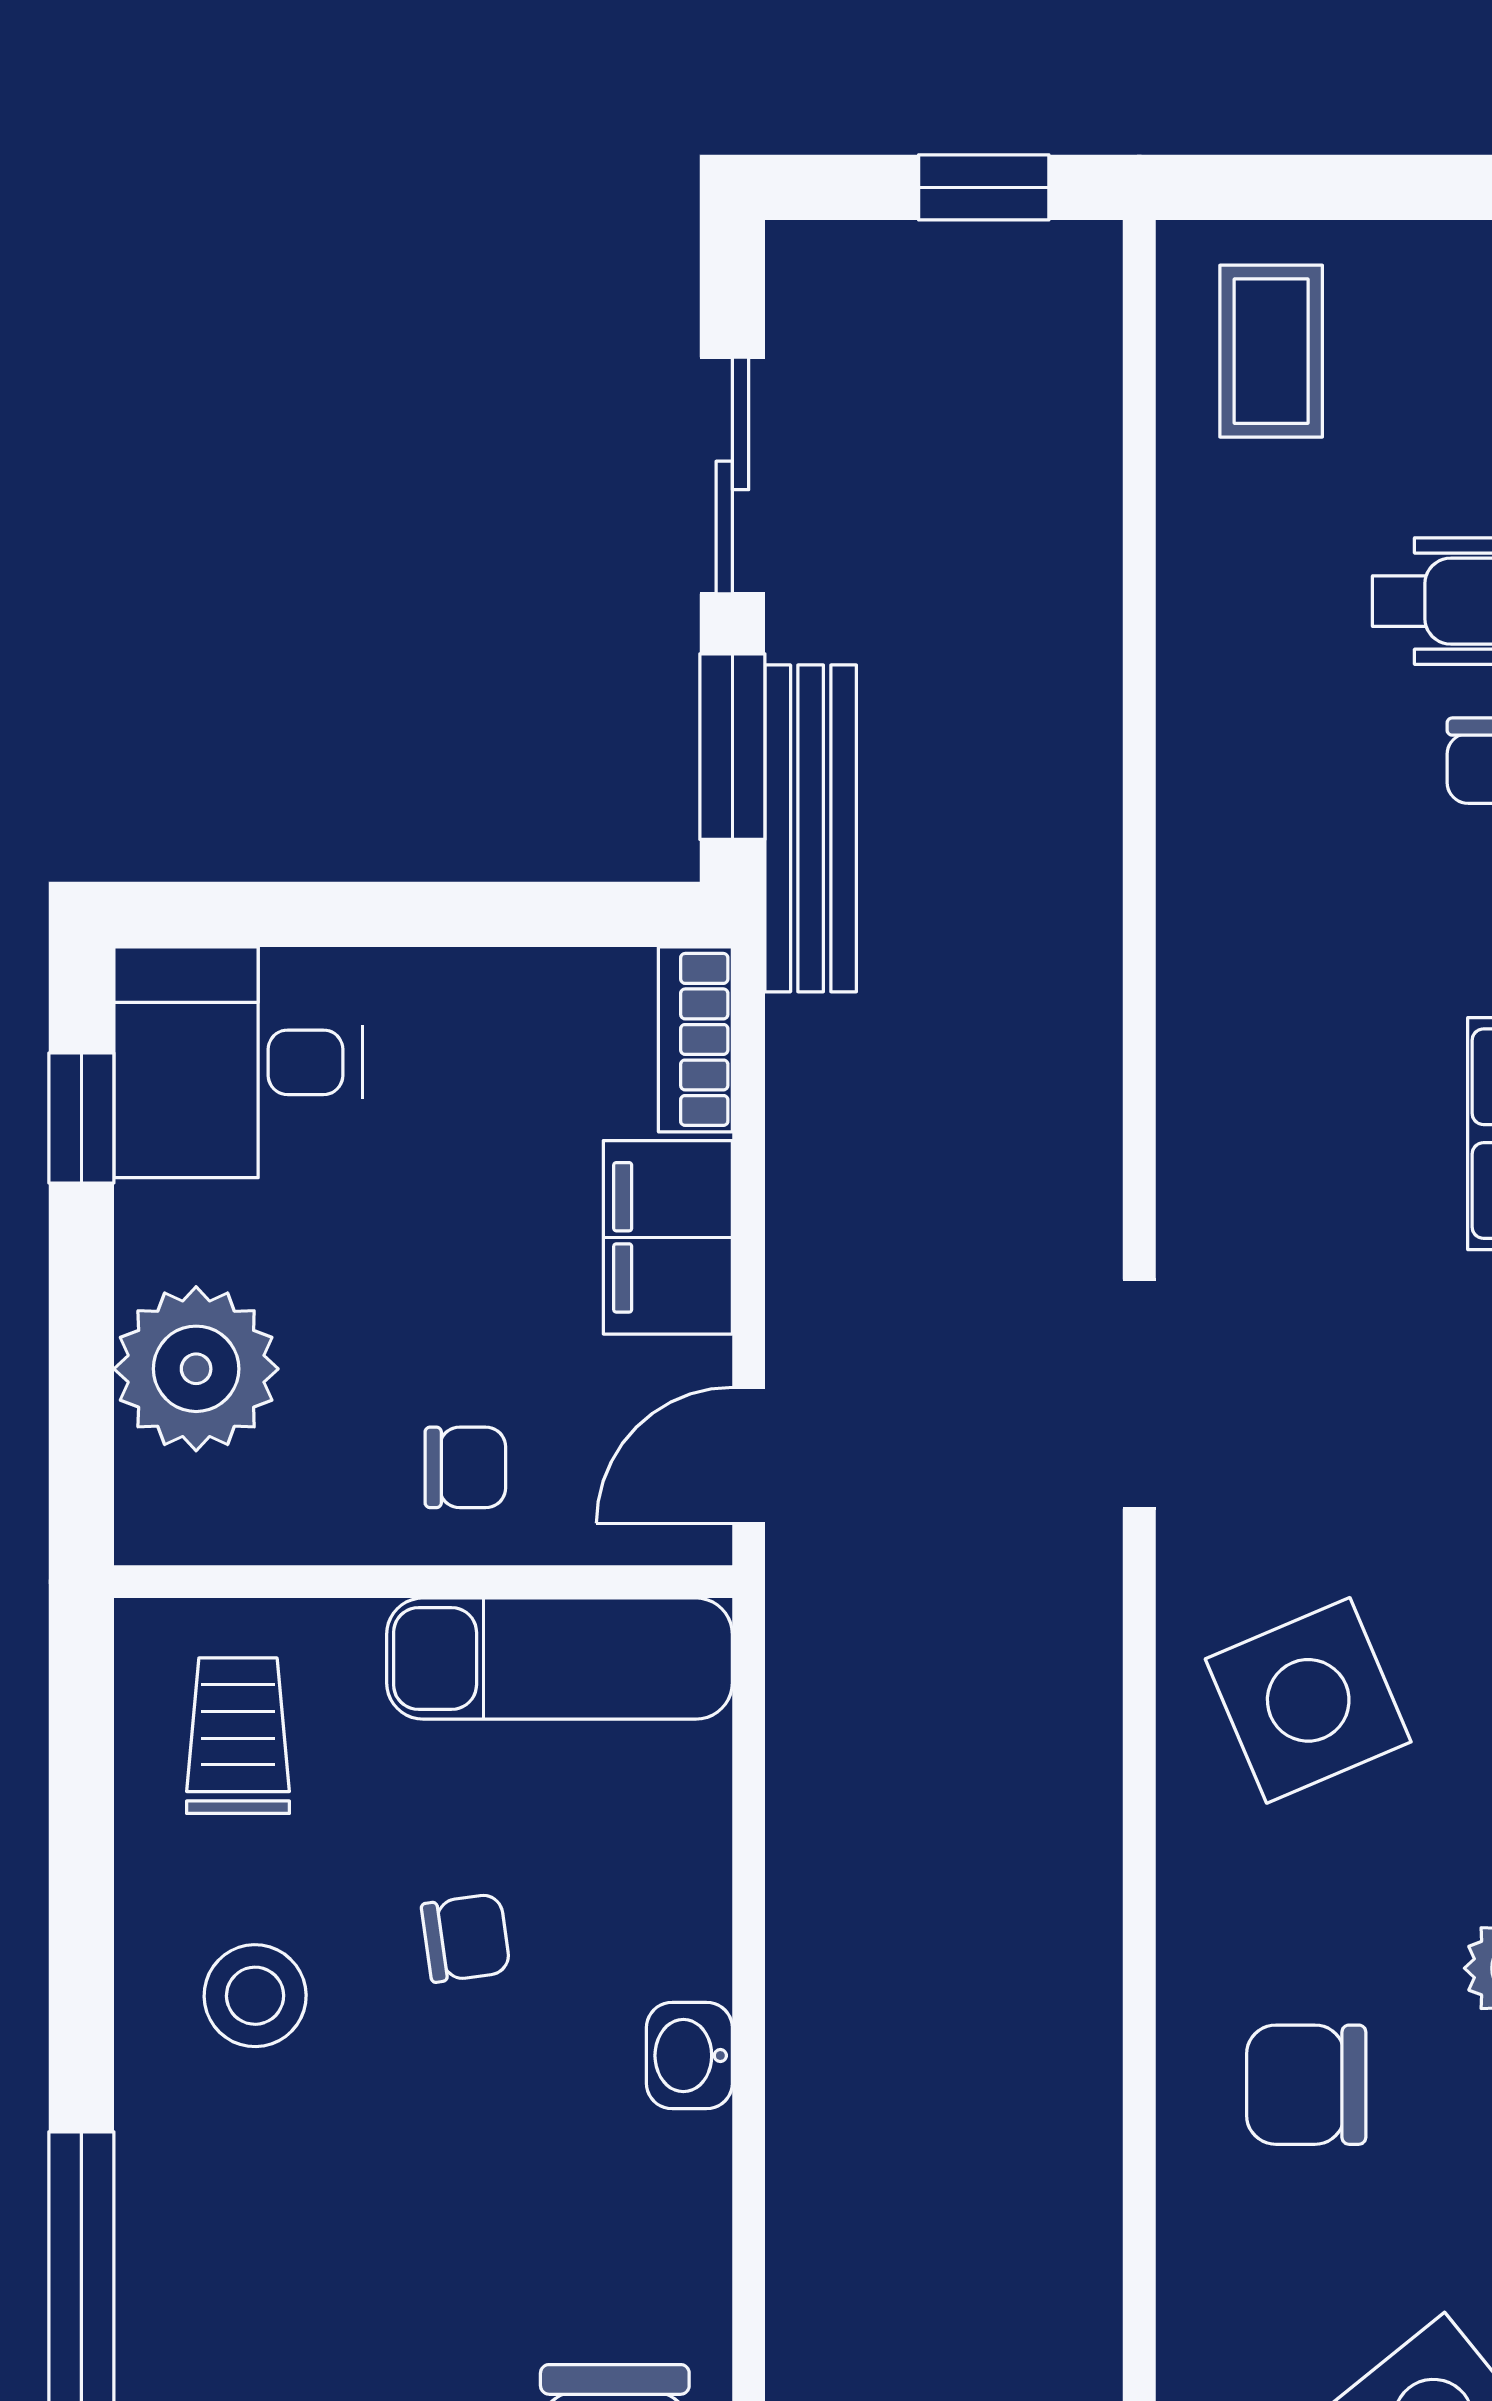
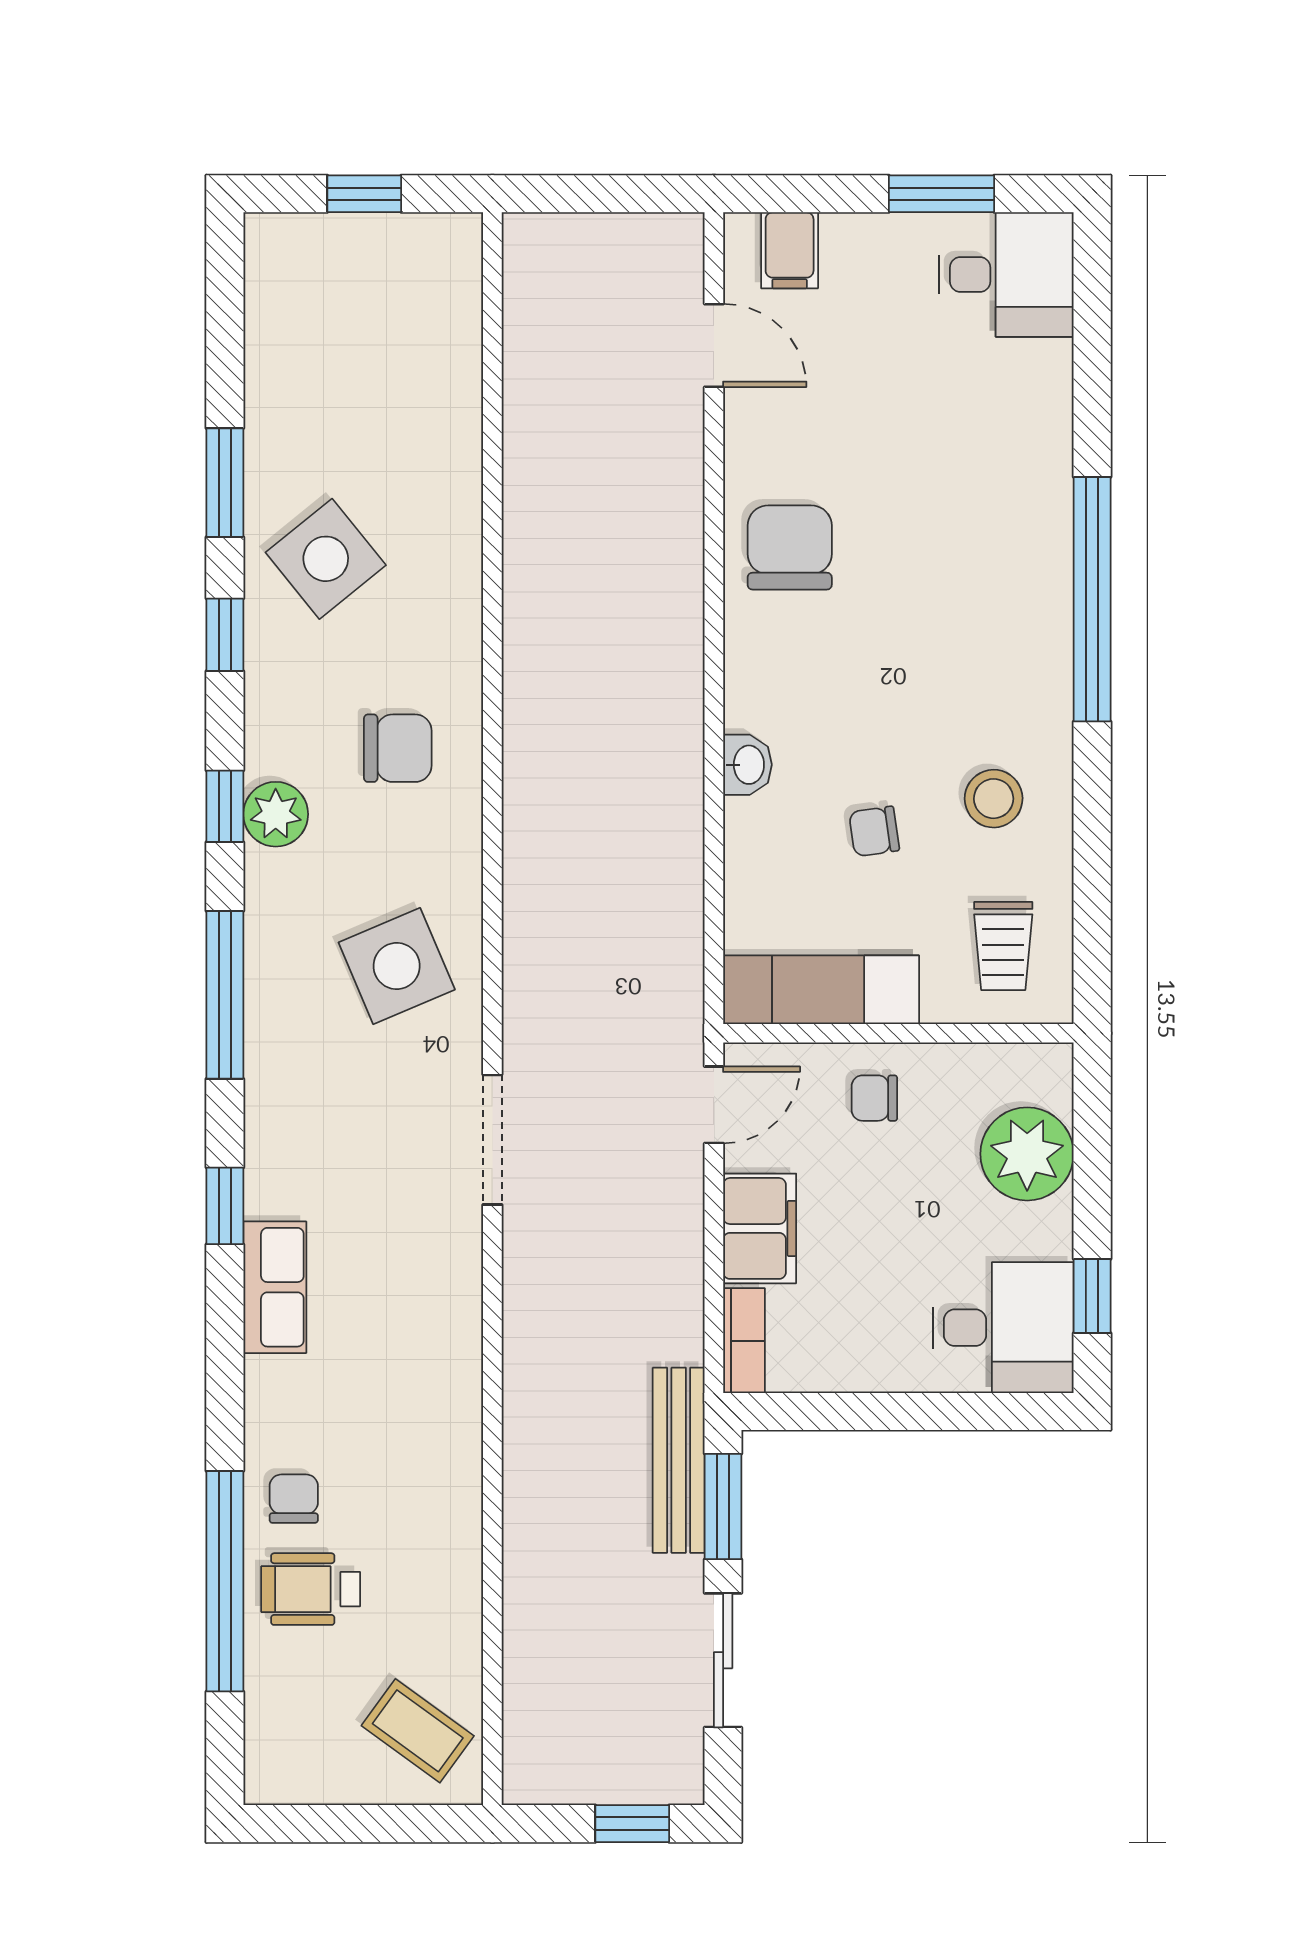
window: (984, 187) -> (632, 1824), moved
coffee table: (1271, 351) -> (418, 1731), turned -54

